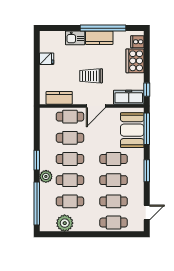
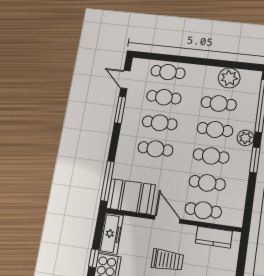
window: (147, 90) -> (94, 258), moved
freezer: (129, 97) -> (111, 234), moved, turned -90
door: (96, 106) -> (167, 219), hinge flipped
booth: (132, 130) -> (131, 196), moved, turned 90
window: (147, 171) -> (120, 110), moved
door: (147, 212) -> (125, 79), hinge flipped

